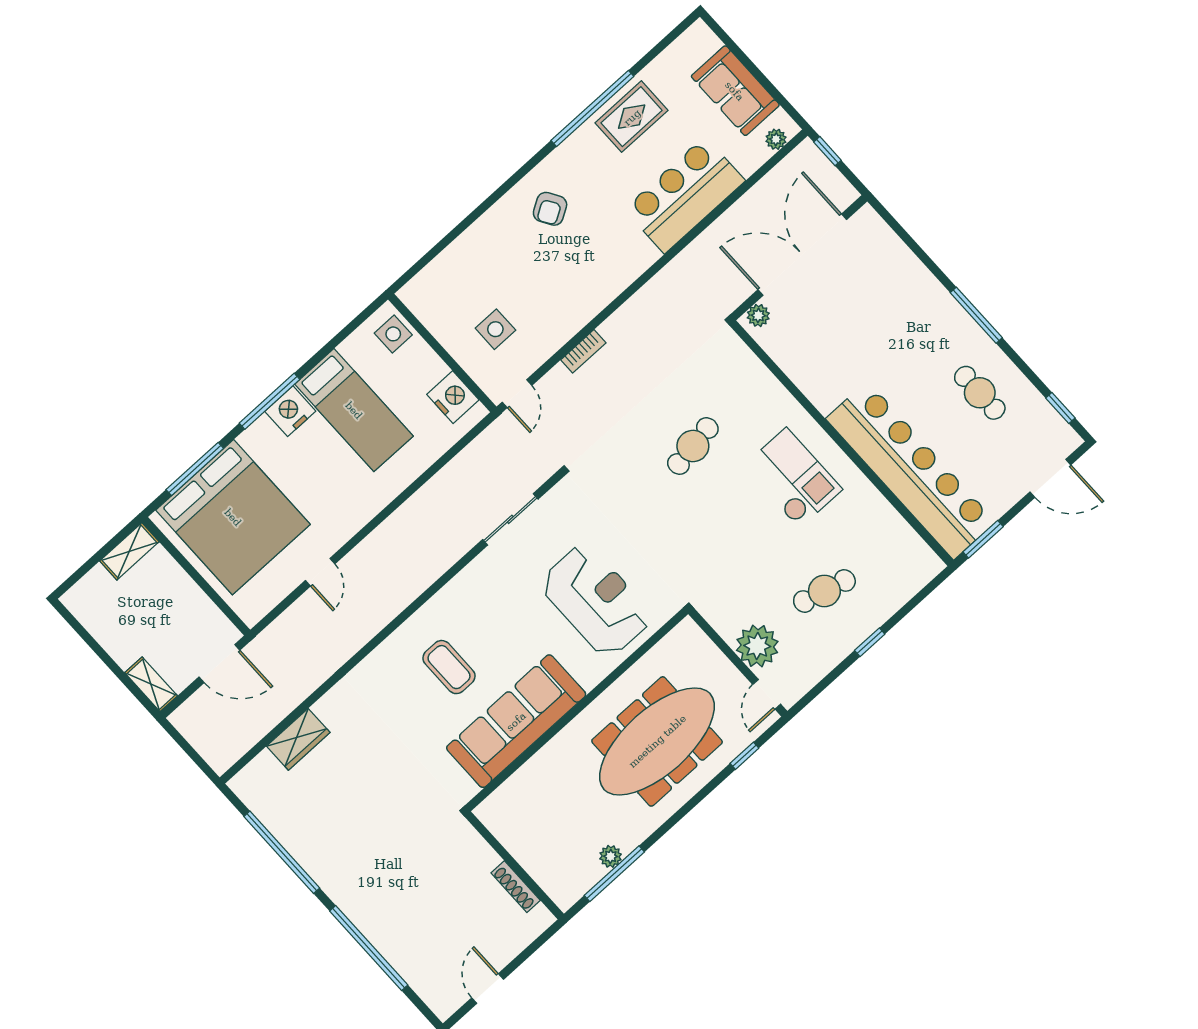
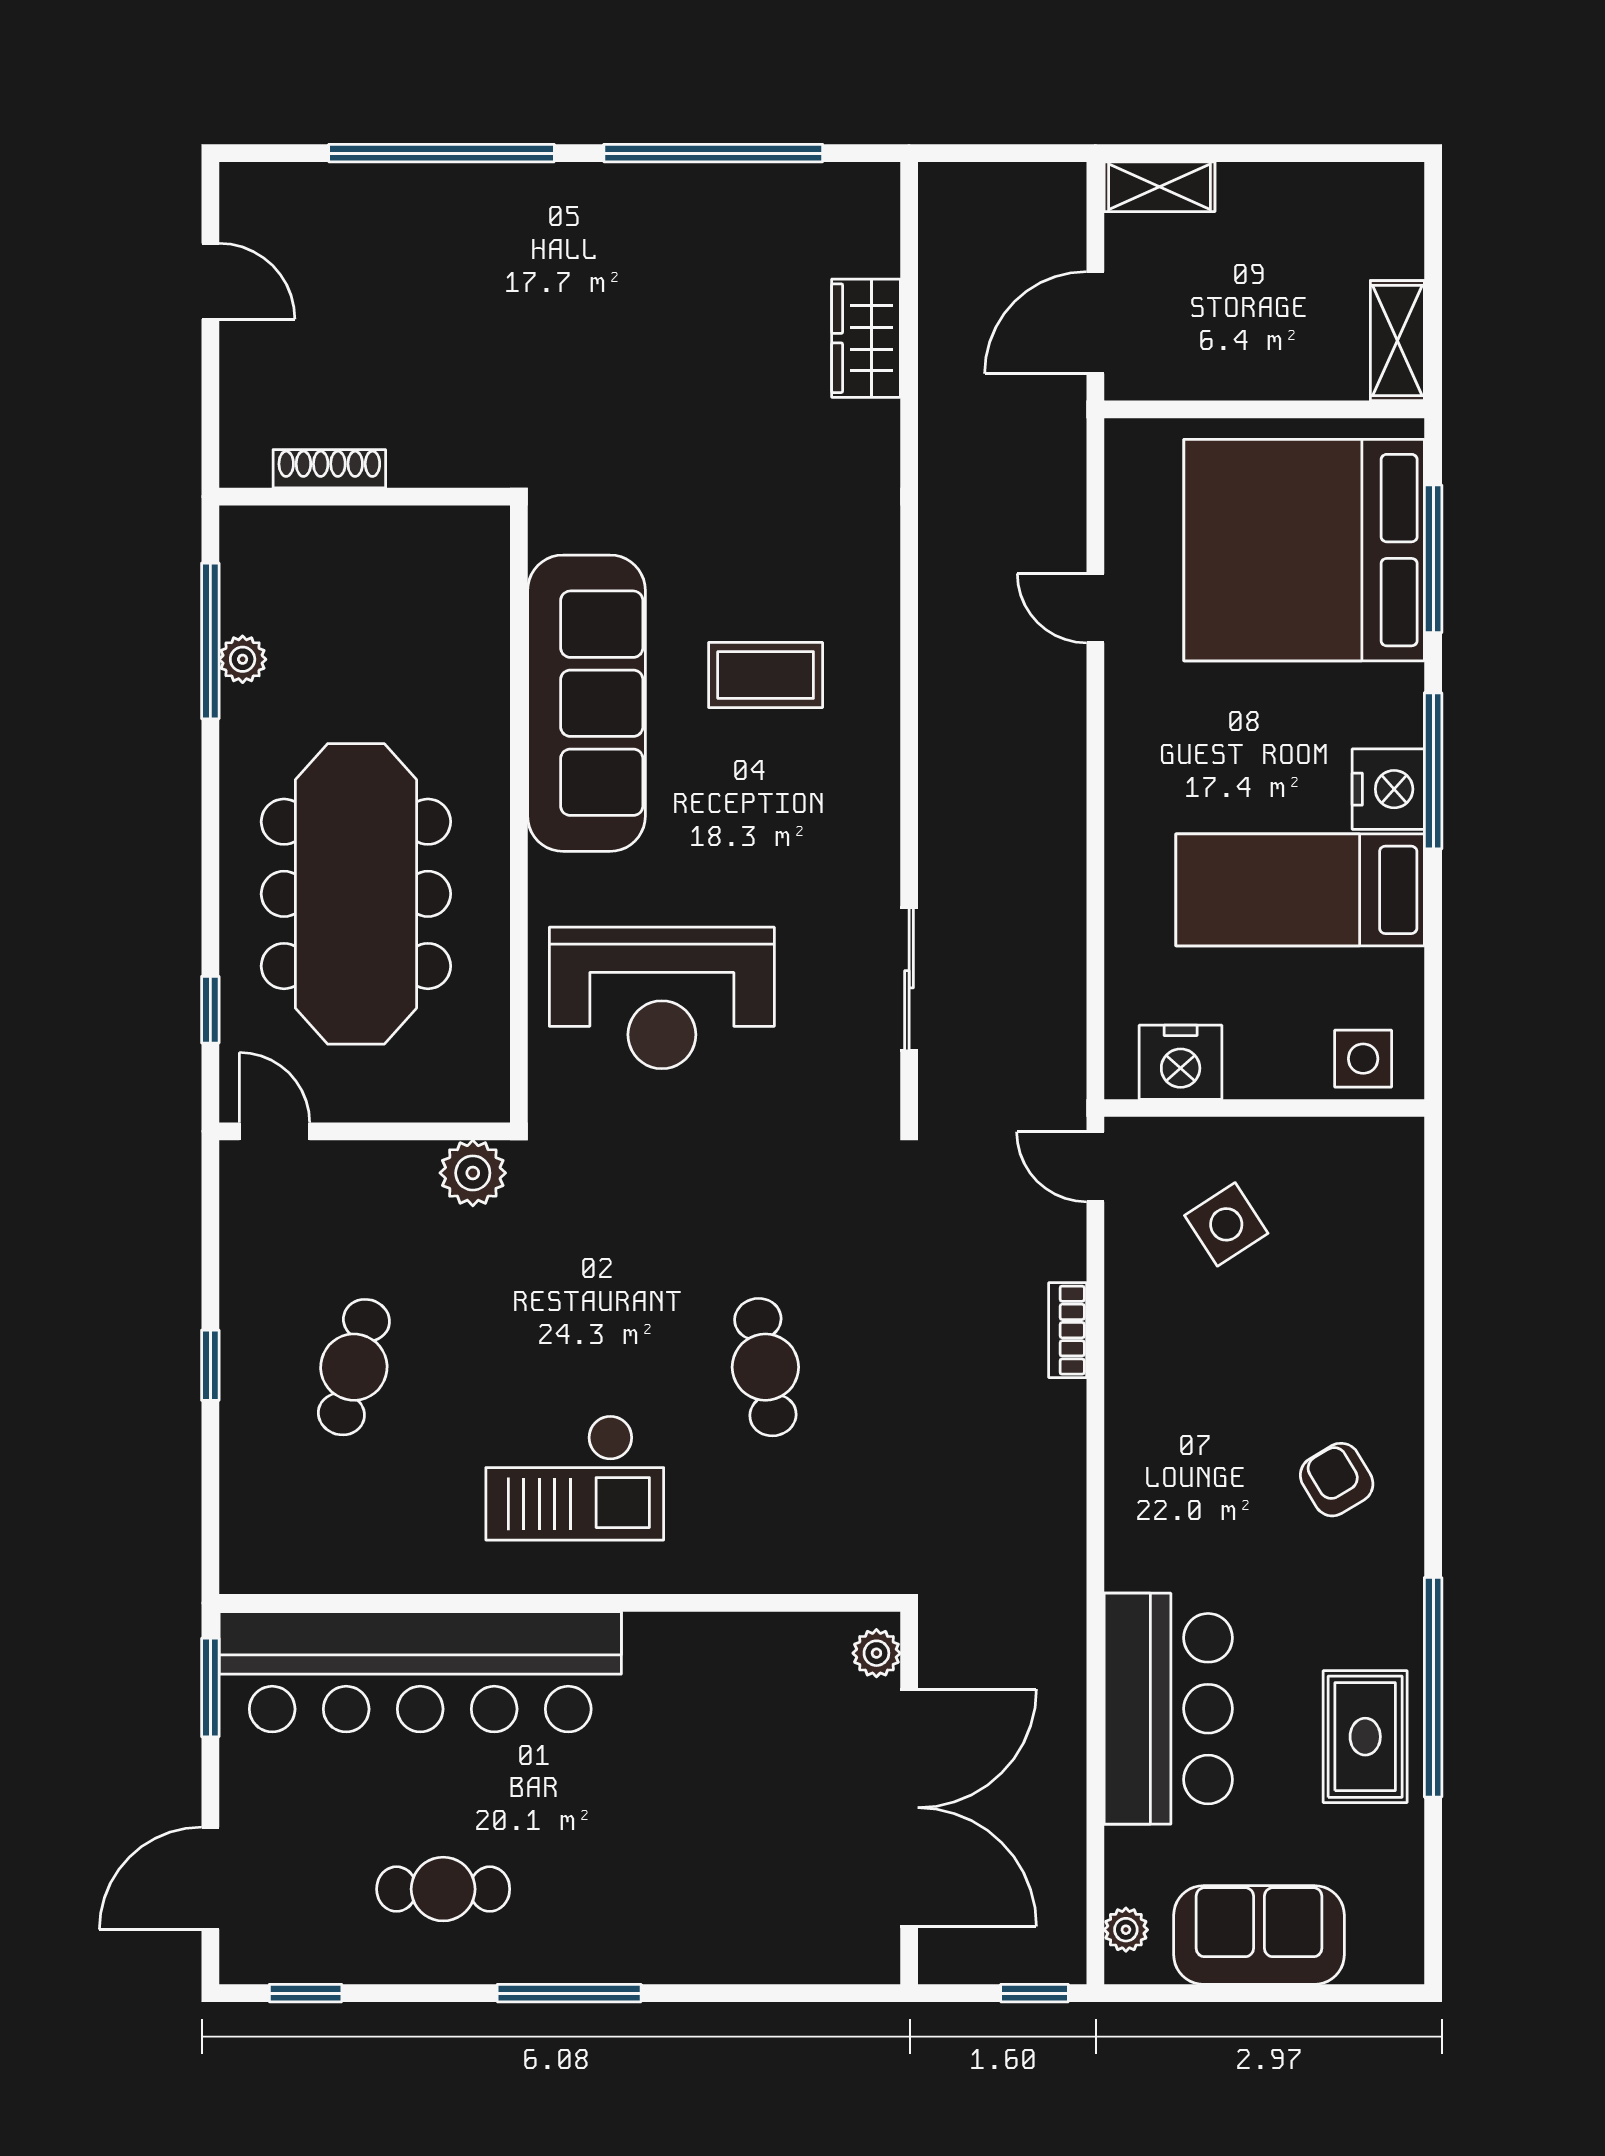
side table: (495, 329) -> (1226, 1224), turned -33
plant: (757, 646) -> (473, 1173), moved, width x0.73, depth x0.73

